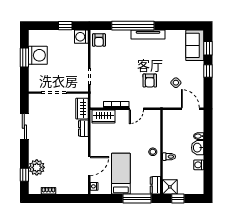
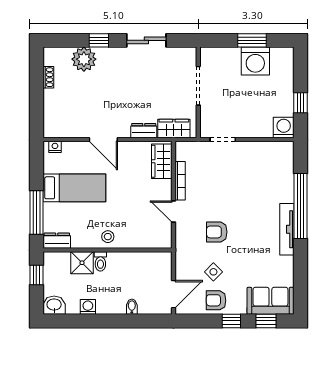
armchair: (99, 40) -> (216, 300), moved
washbasin: (198, 148) -> (54, 305), moved
door: (89, 166) -> (103, 139), moved
window: (24, 175) -> (99, 40), moved
shower: (170, 187) -> (82, 263), moved

